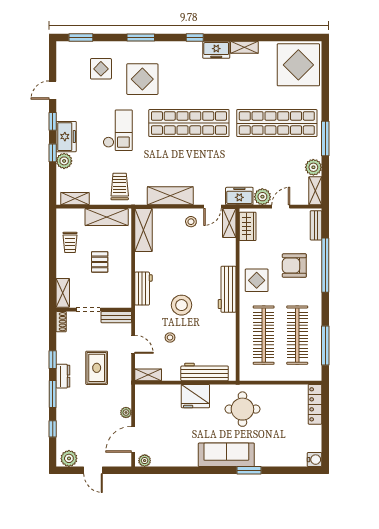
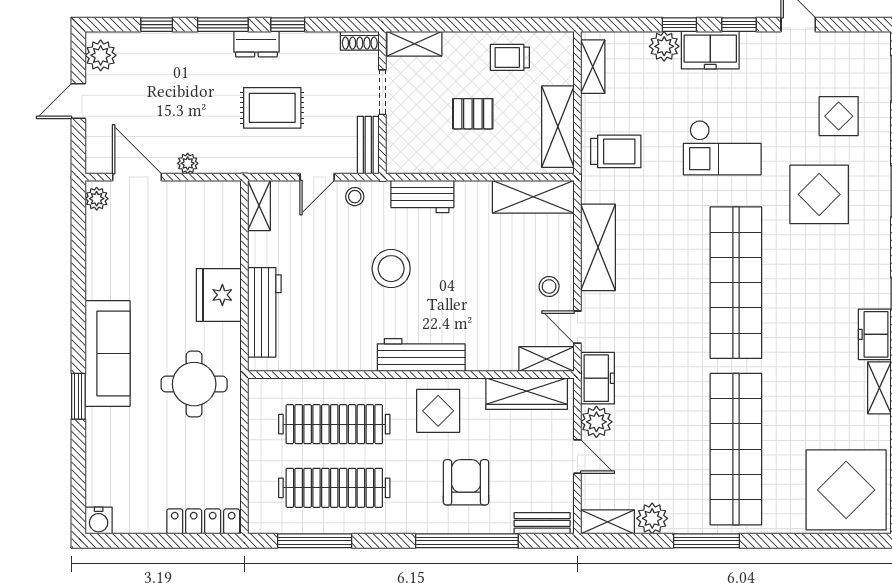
wardrobe: (248, 226) -> (527, 394), width x1.50
stool: (170, 337) -> (355, 197), moved

